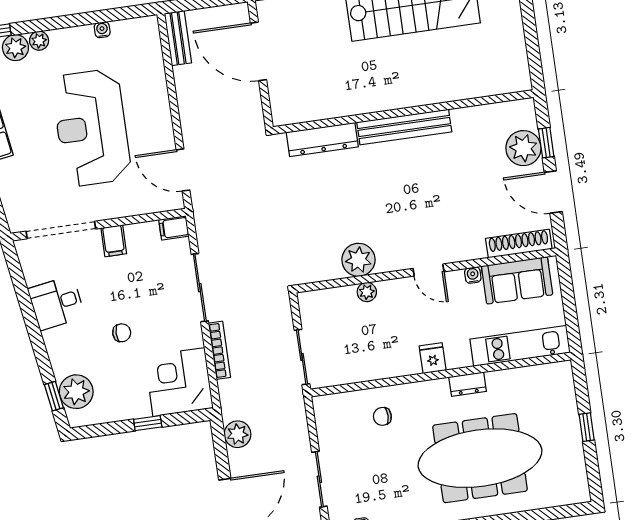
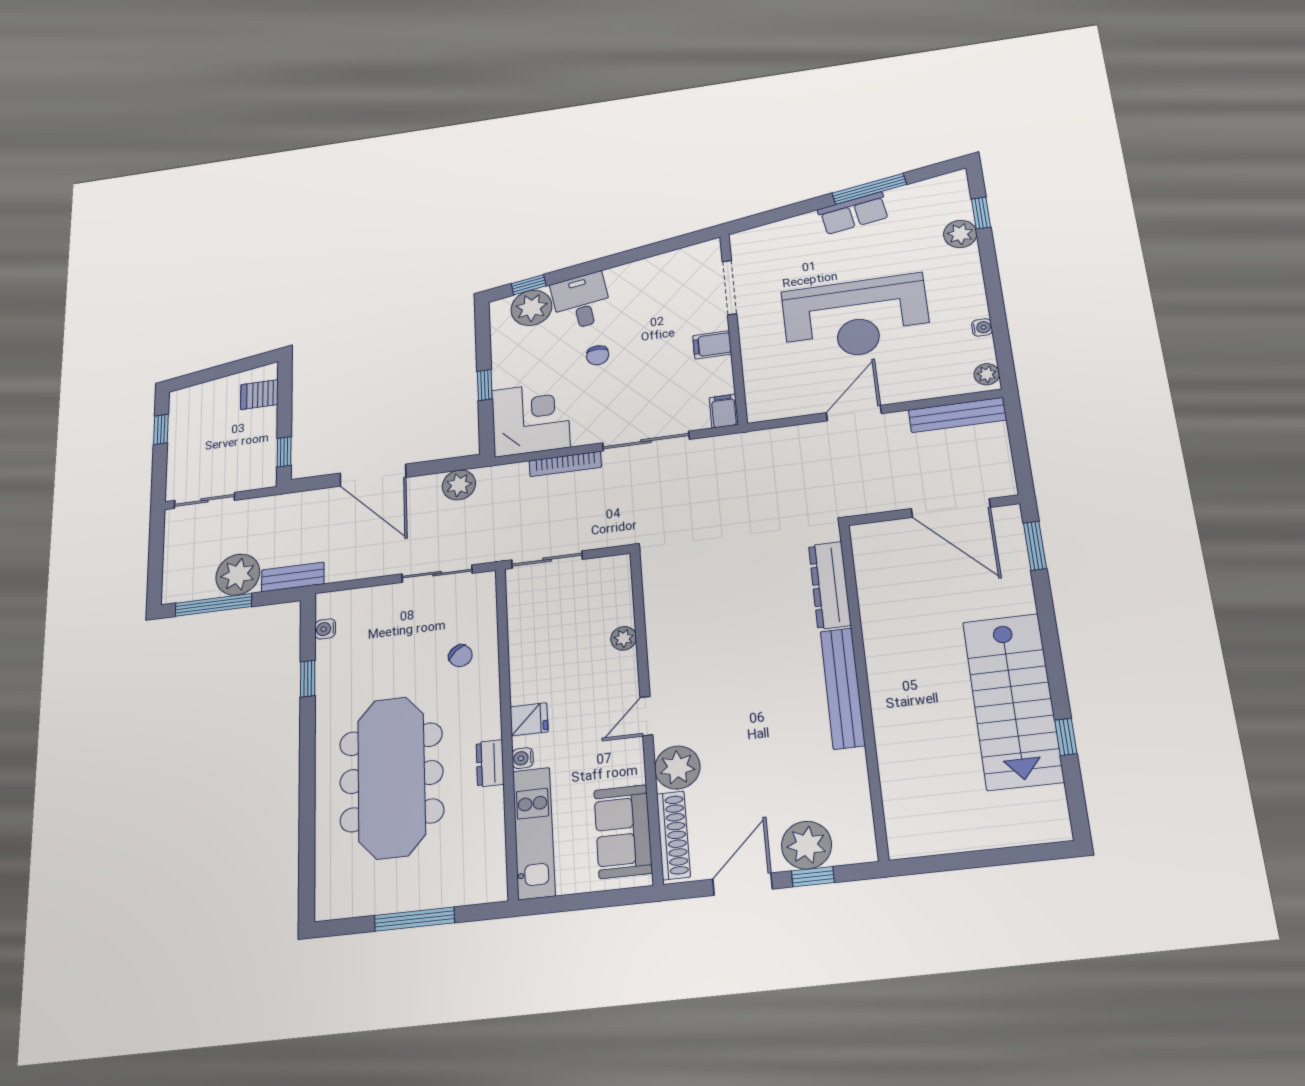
bench: (178, 38) -> (957, 415), width x1.36
plant: (39, 41) -> (987, 374), moved
door: (258, 51) -> (951, 508), swing flipped
reception desk: (91, 128) -> (856, 318), turned 180
door: (183, 170) -> (854, 413), moved
doorway: (61, 230) -> (729, 288), width x0.73
plant: (358, 260) -> (677, 768), moved
water cooler: (473, 275) -> (523, 758), moved, turned 180
desk: (56, 303) -> (581, 301), moved
chair: (382, 416) -> (460, 656), turned 139
window: (587, 427) -> (415, 919), width x2.17
sliding door: (319, 479) -> (437, 574), moved

